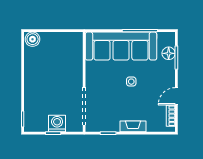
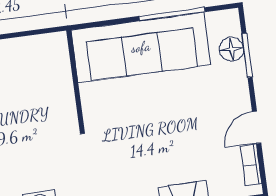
side table: (131, 82) -> (169, 111), removed

